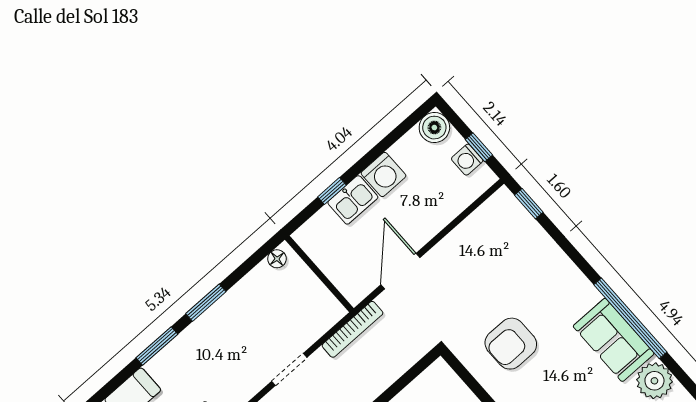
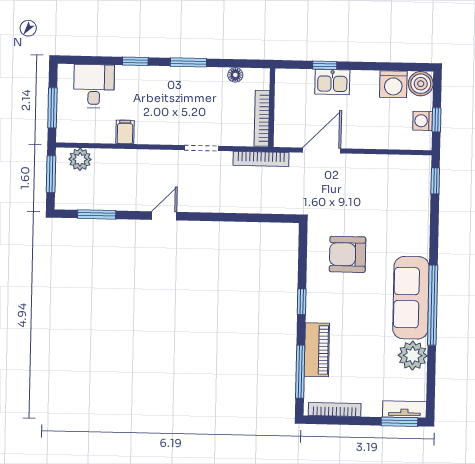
washing machine: (383, 174) -> (393, 84), moved
floor lamp: (277, 259) -> (235, 75), moved
bookcase: (319, 292) -> (262, 118), added
sofa: (614, 340) -> (411, 298), width x1.36
window: (157, 346) -> (135, 61), width x0.67

